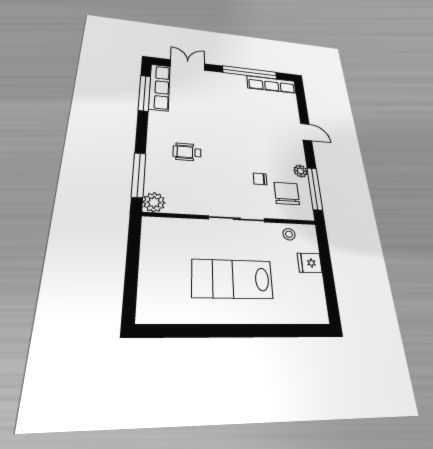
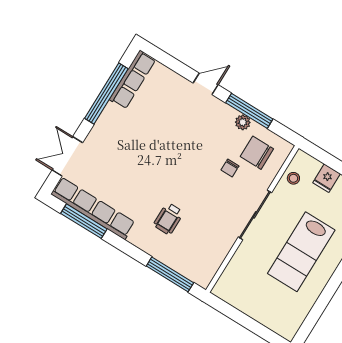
row of seats: (160, 87) -> (93, 208), width x1.36
window: (315, 189) -> (249, 111), moved
plant: (154, 202) -> (202, 276), removed

